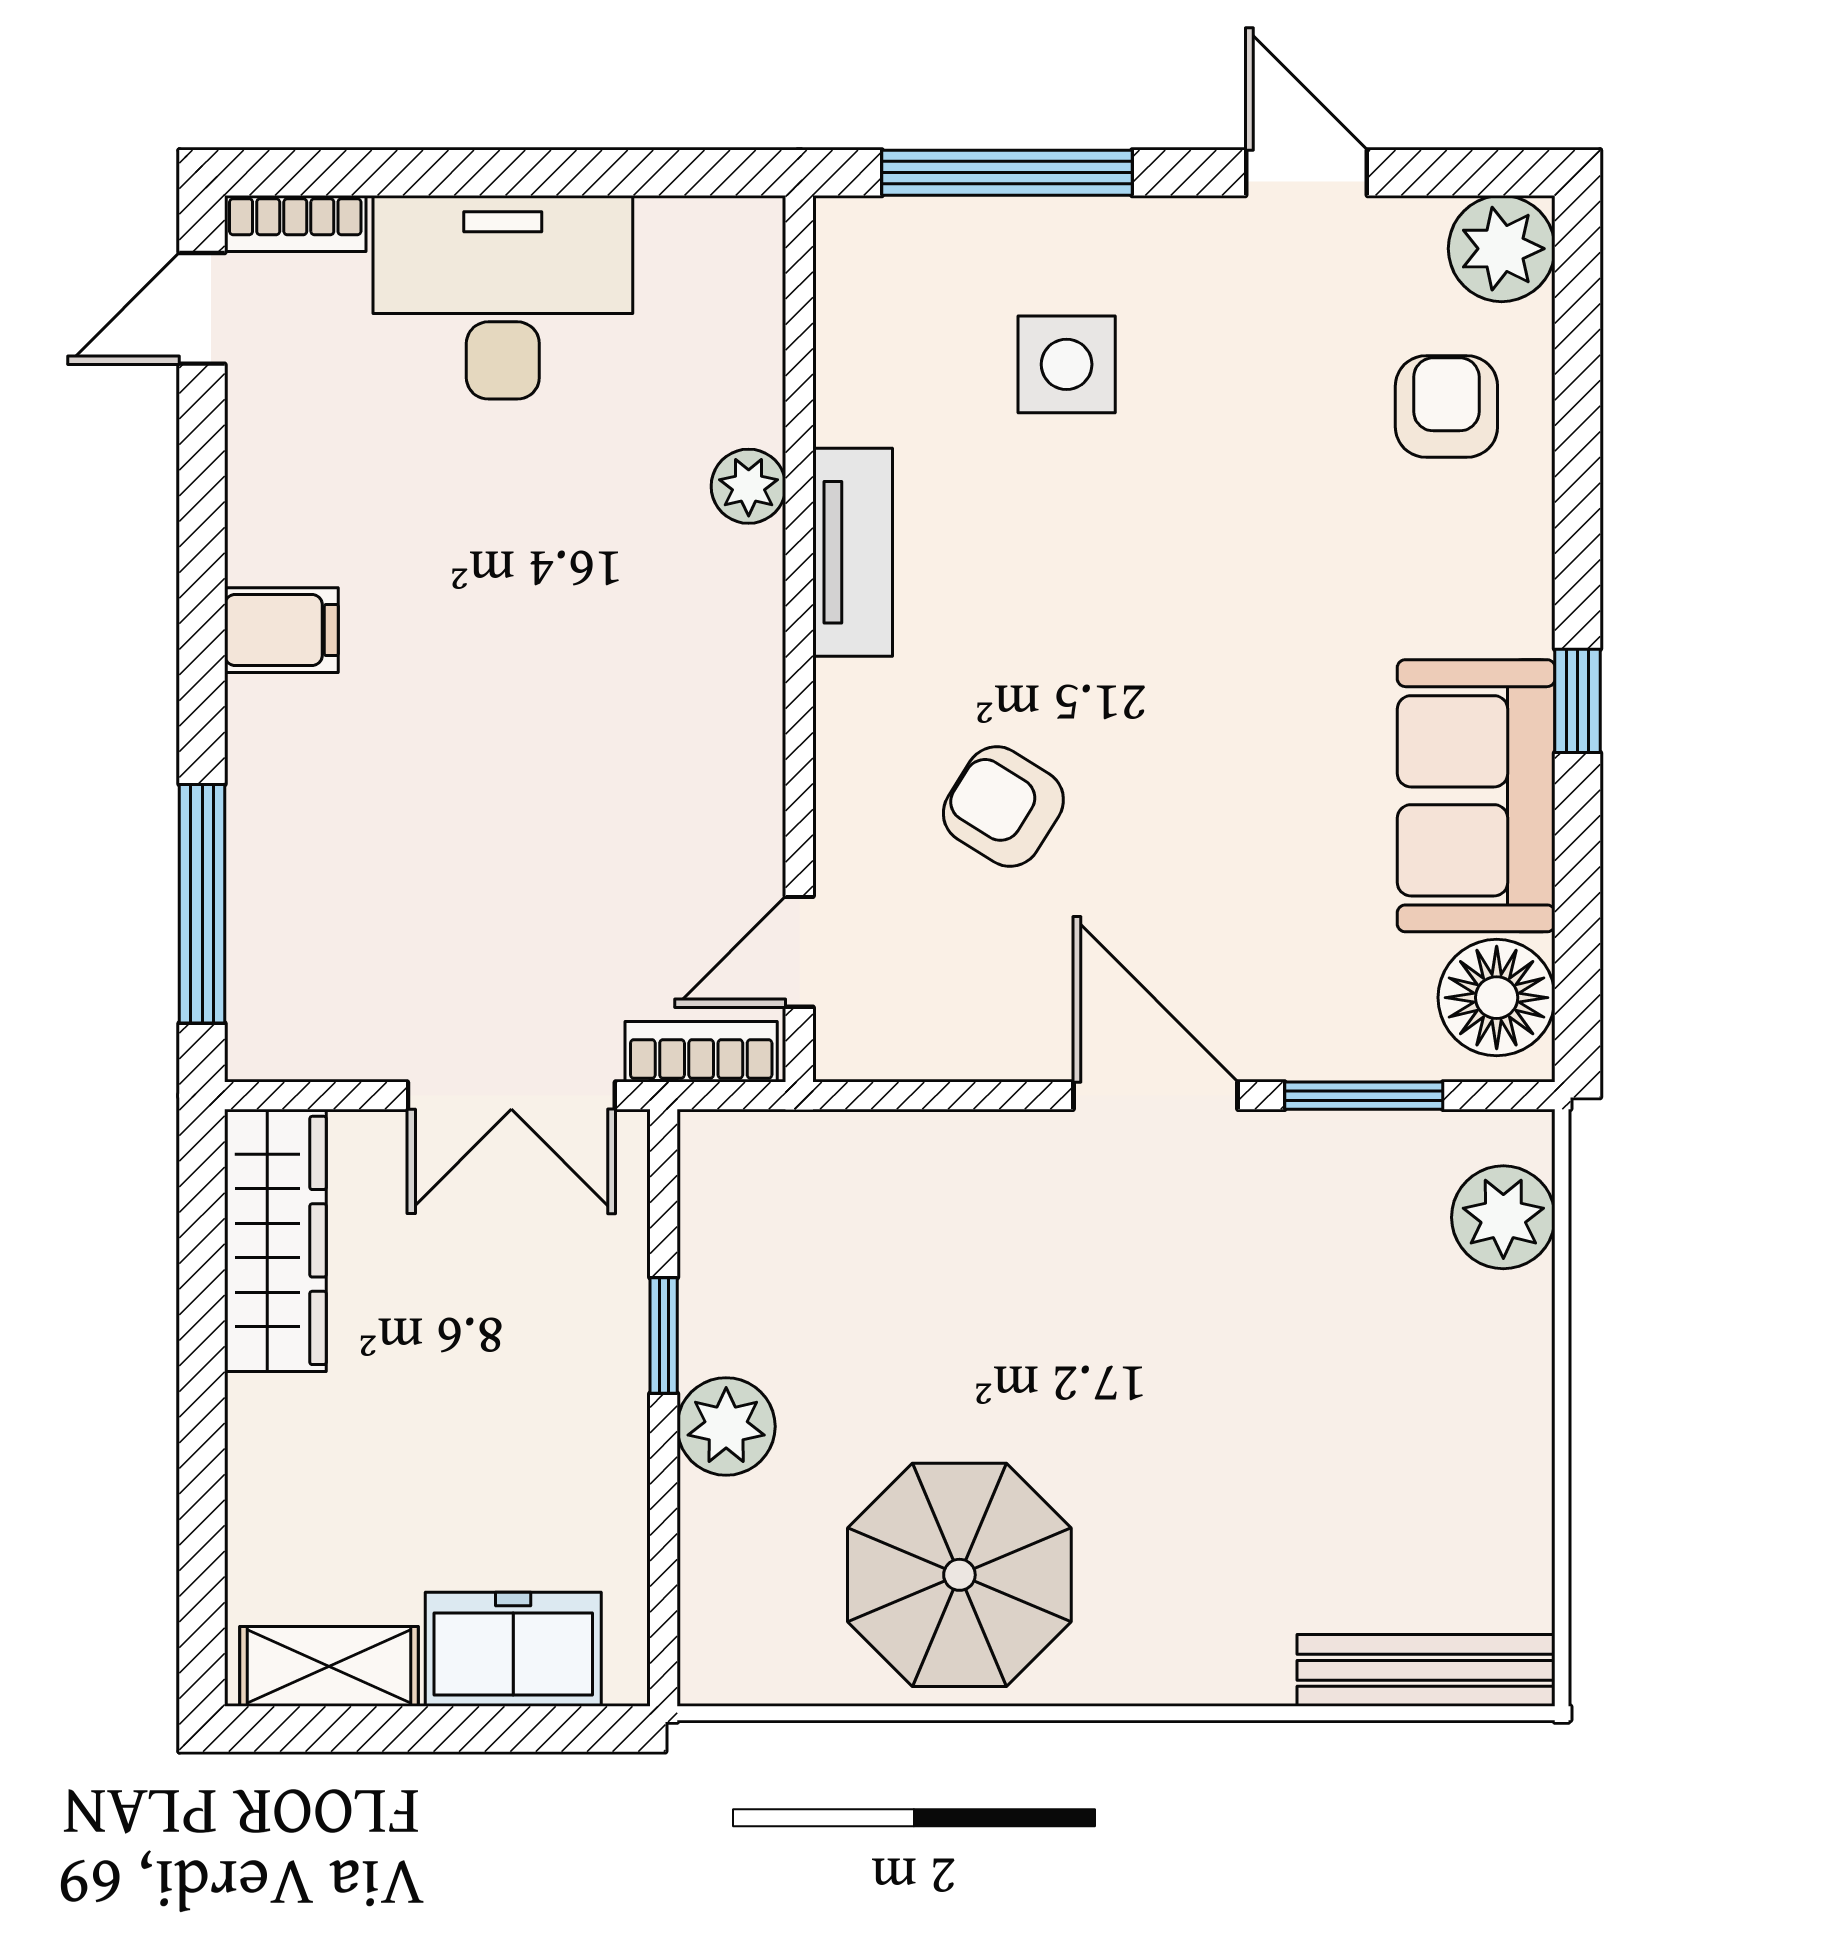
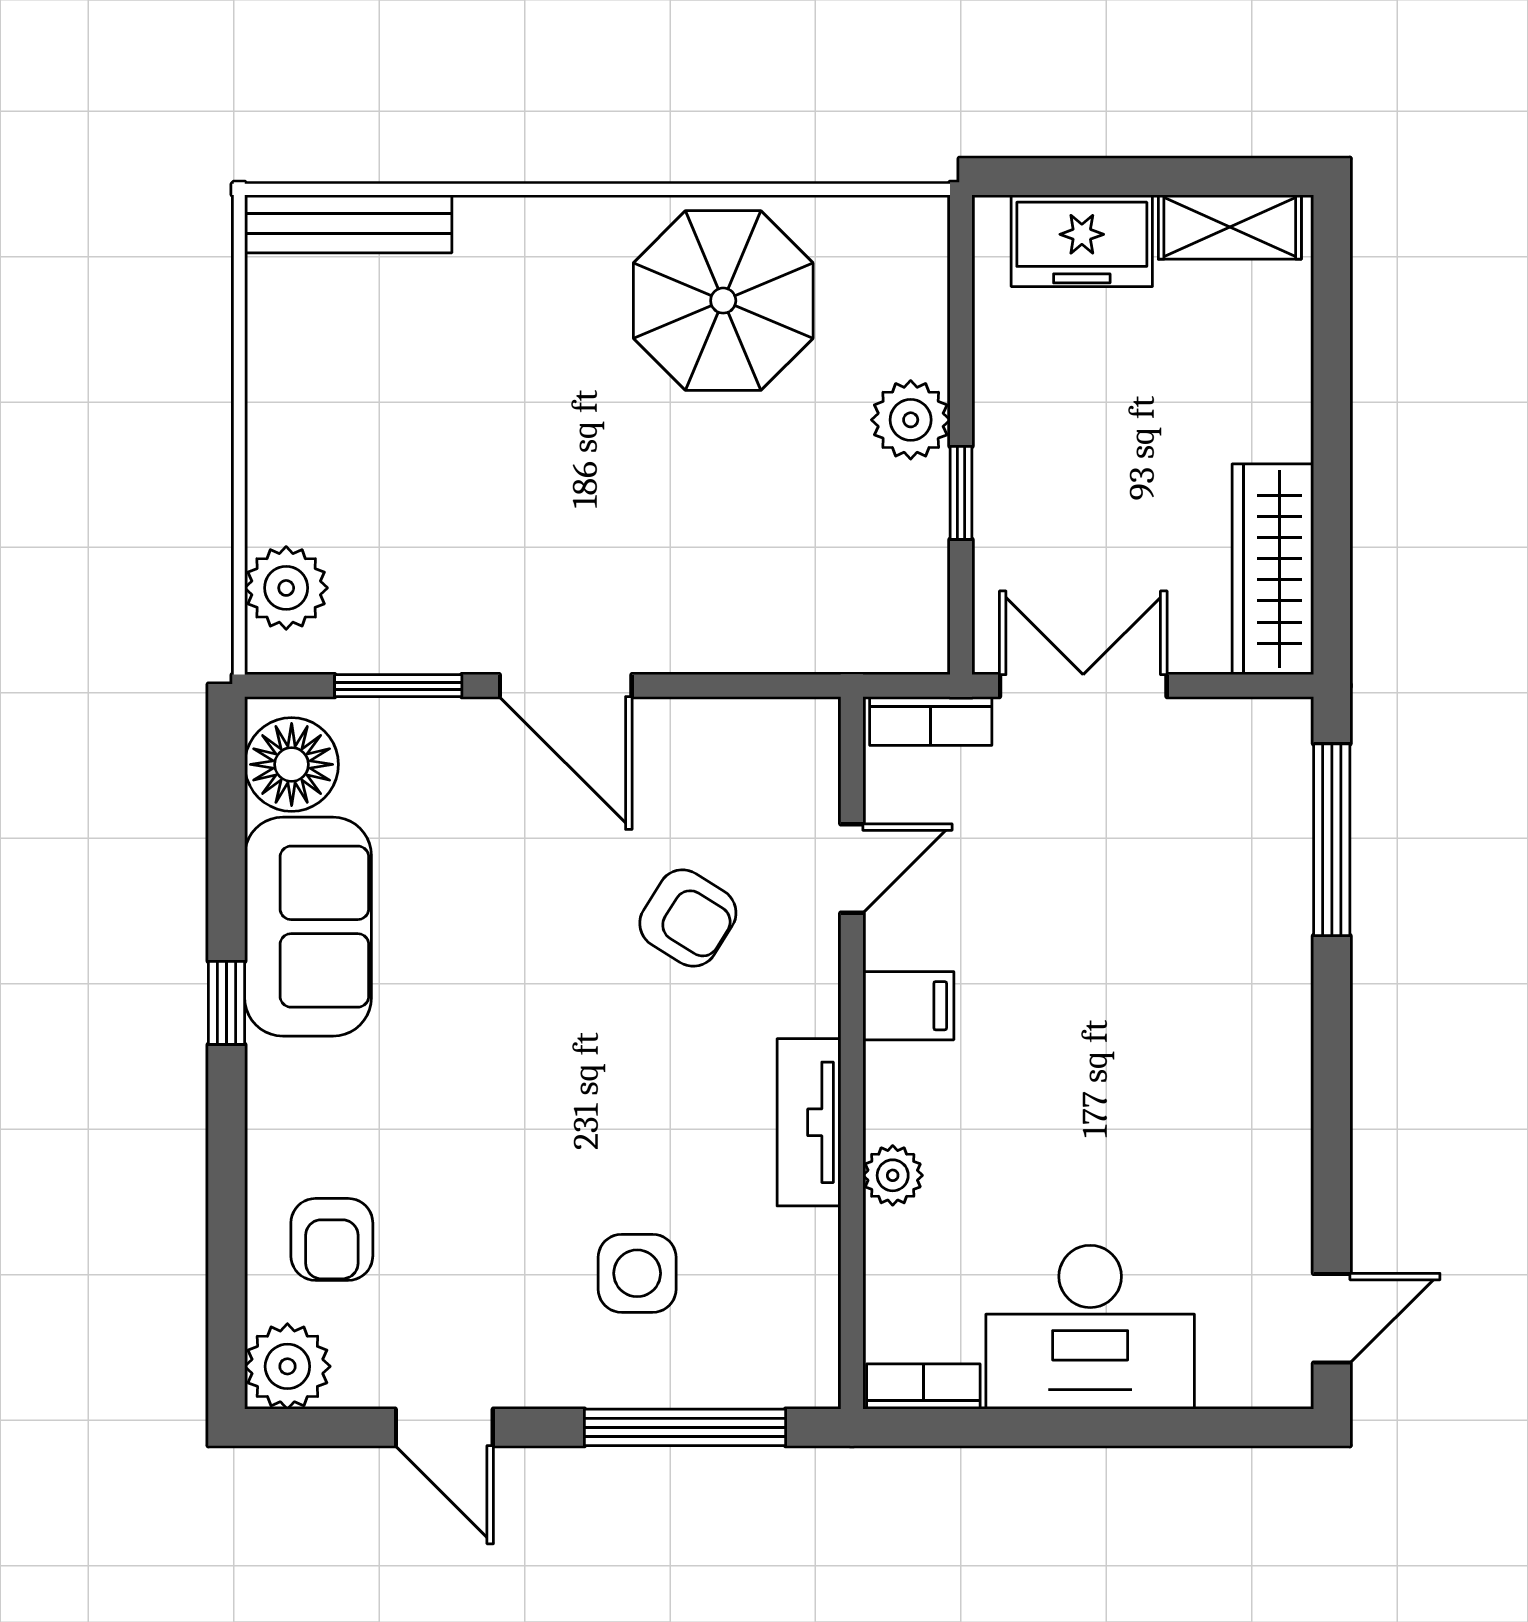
bookcase: (295, 224) -> (923, 1386), moved
filing cabinet: (281, 630) -> (908, 1006), moved, turned 180
door: (799, 952) -> (852, 868), moved

